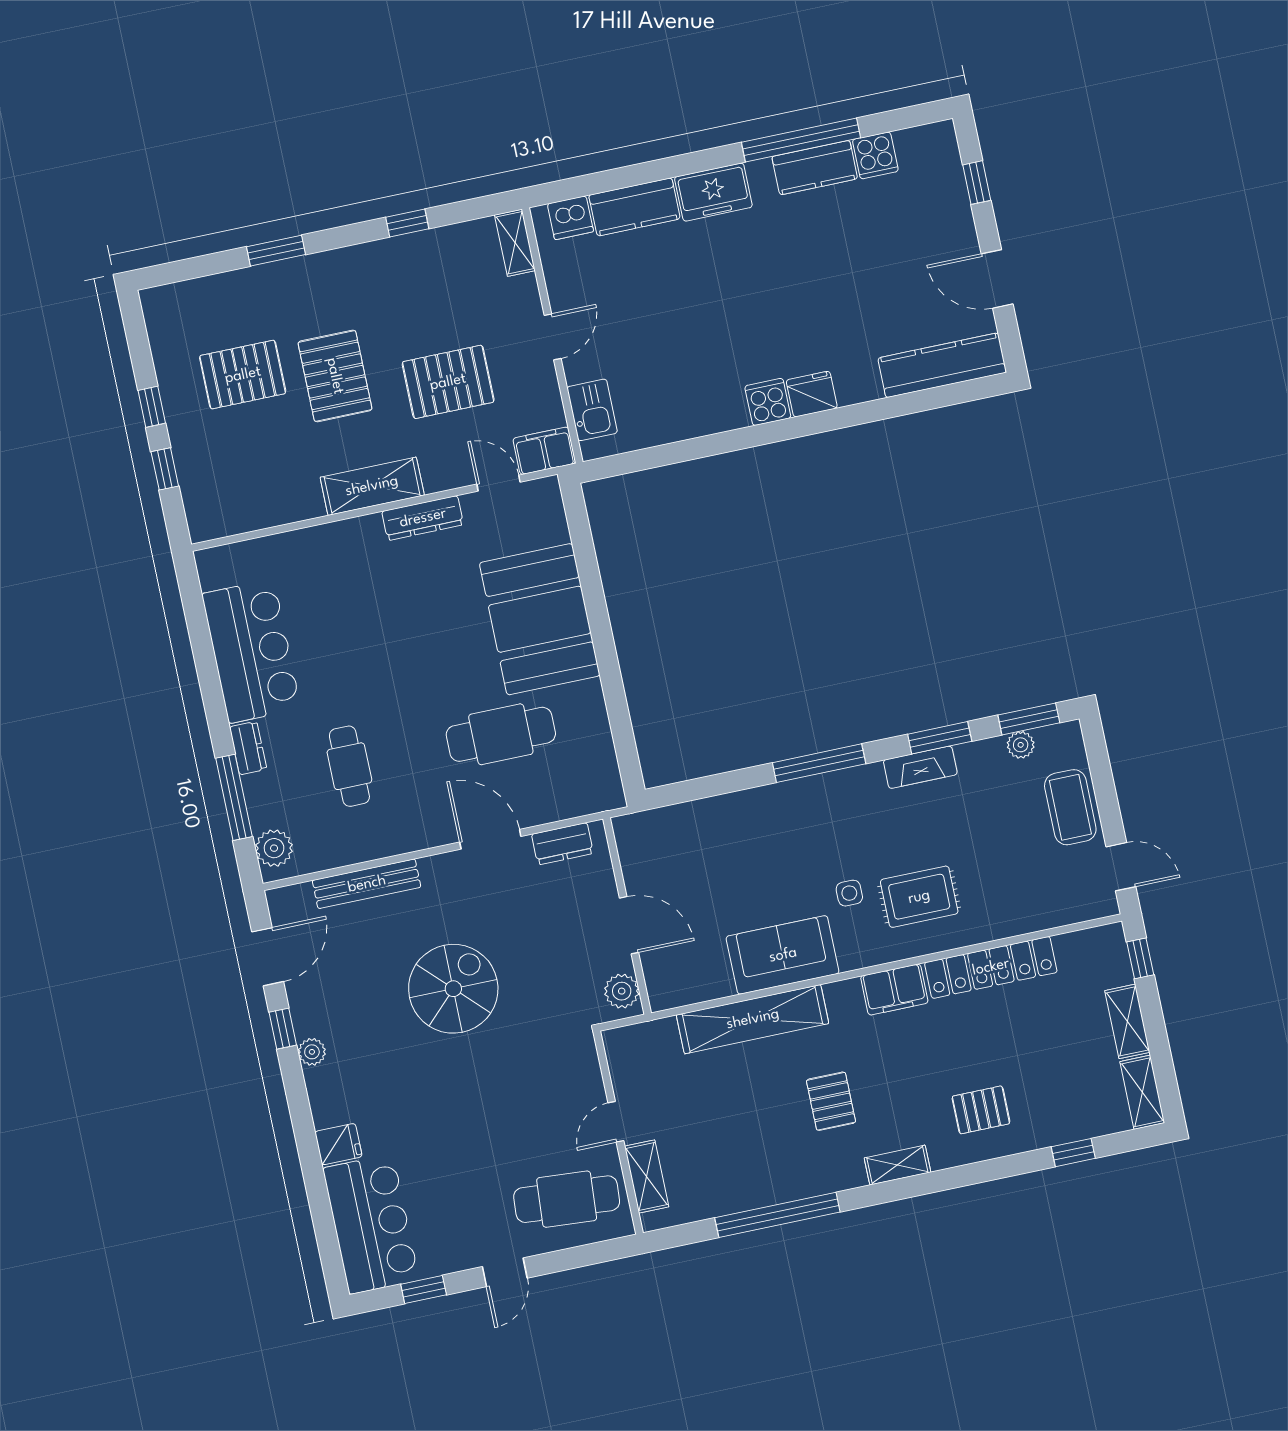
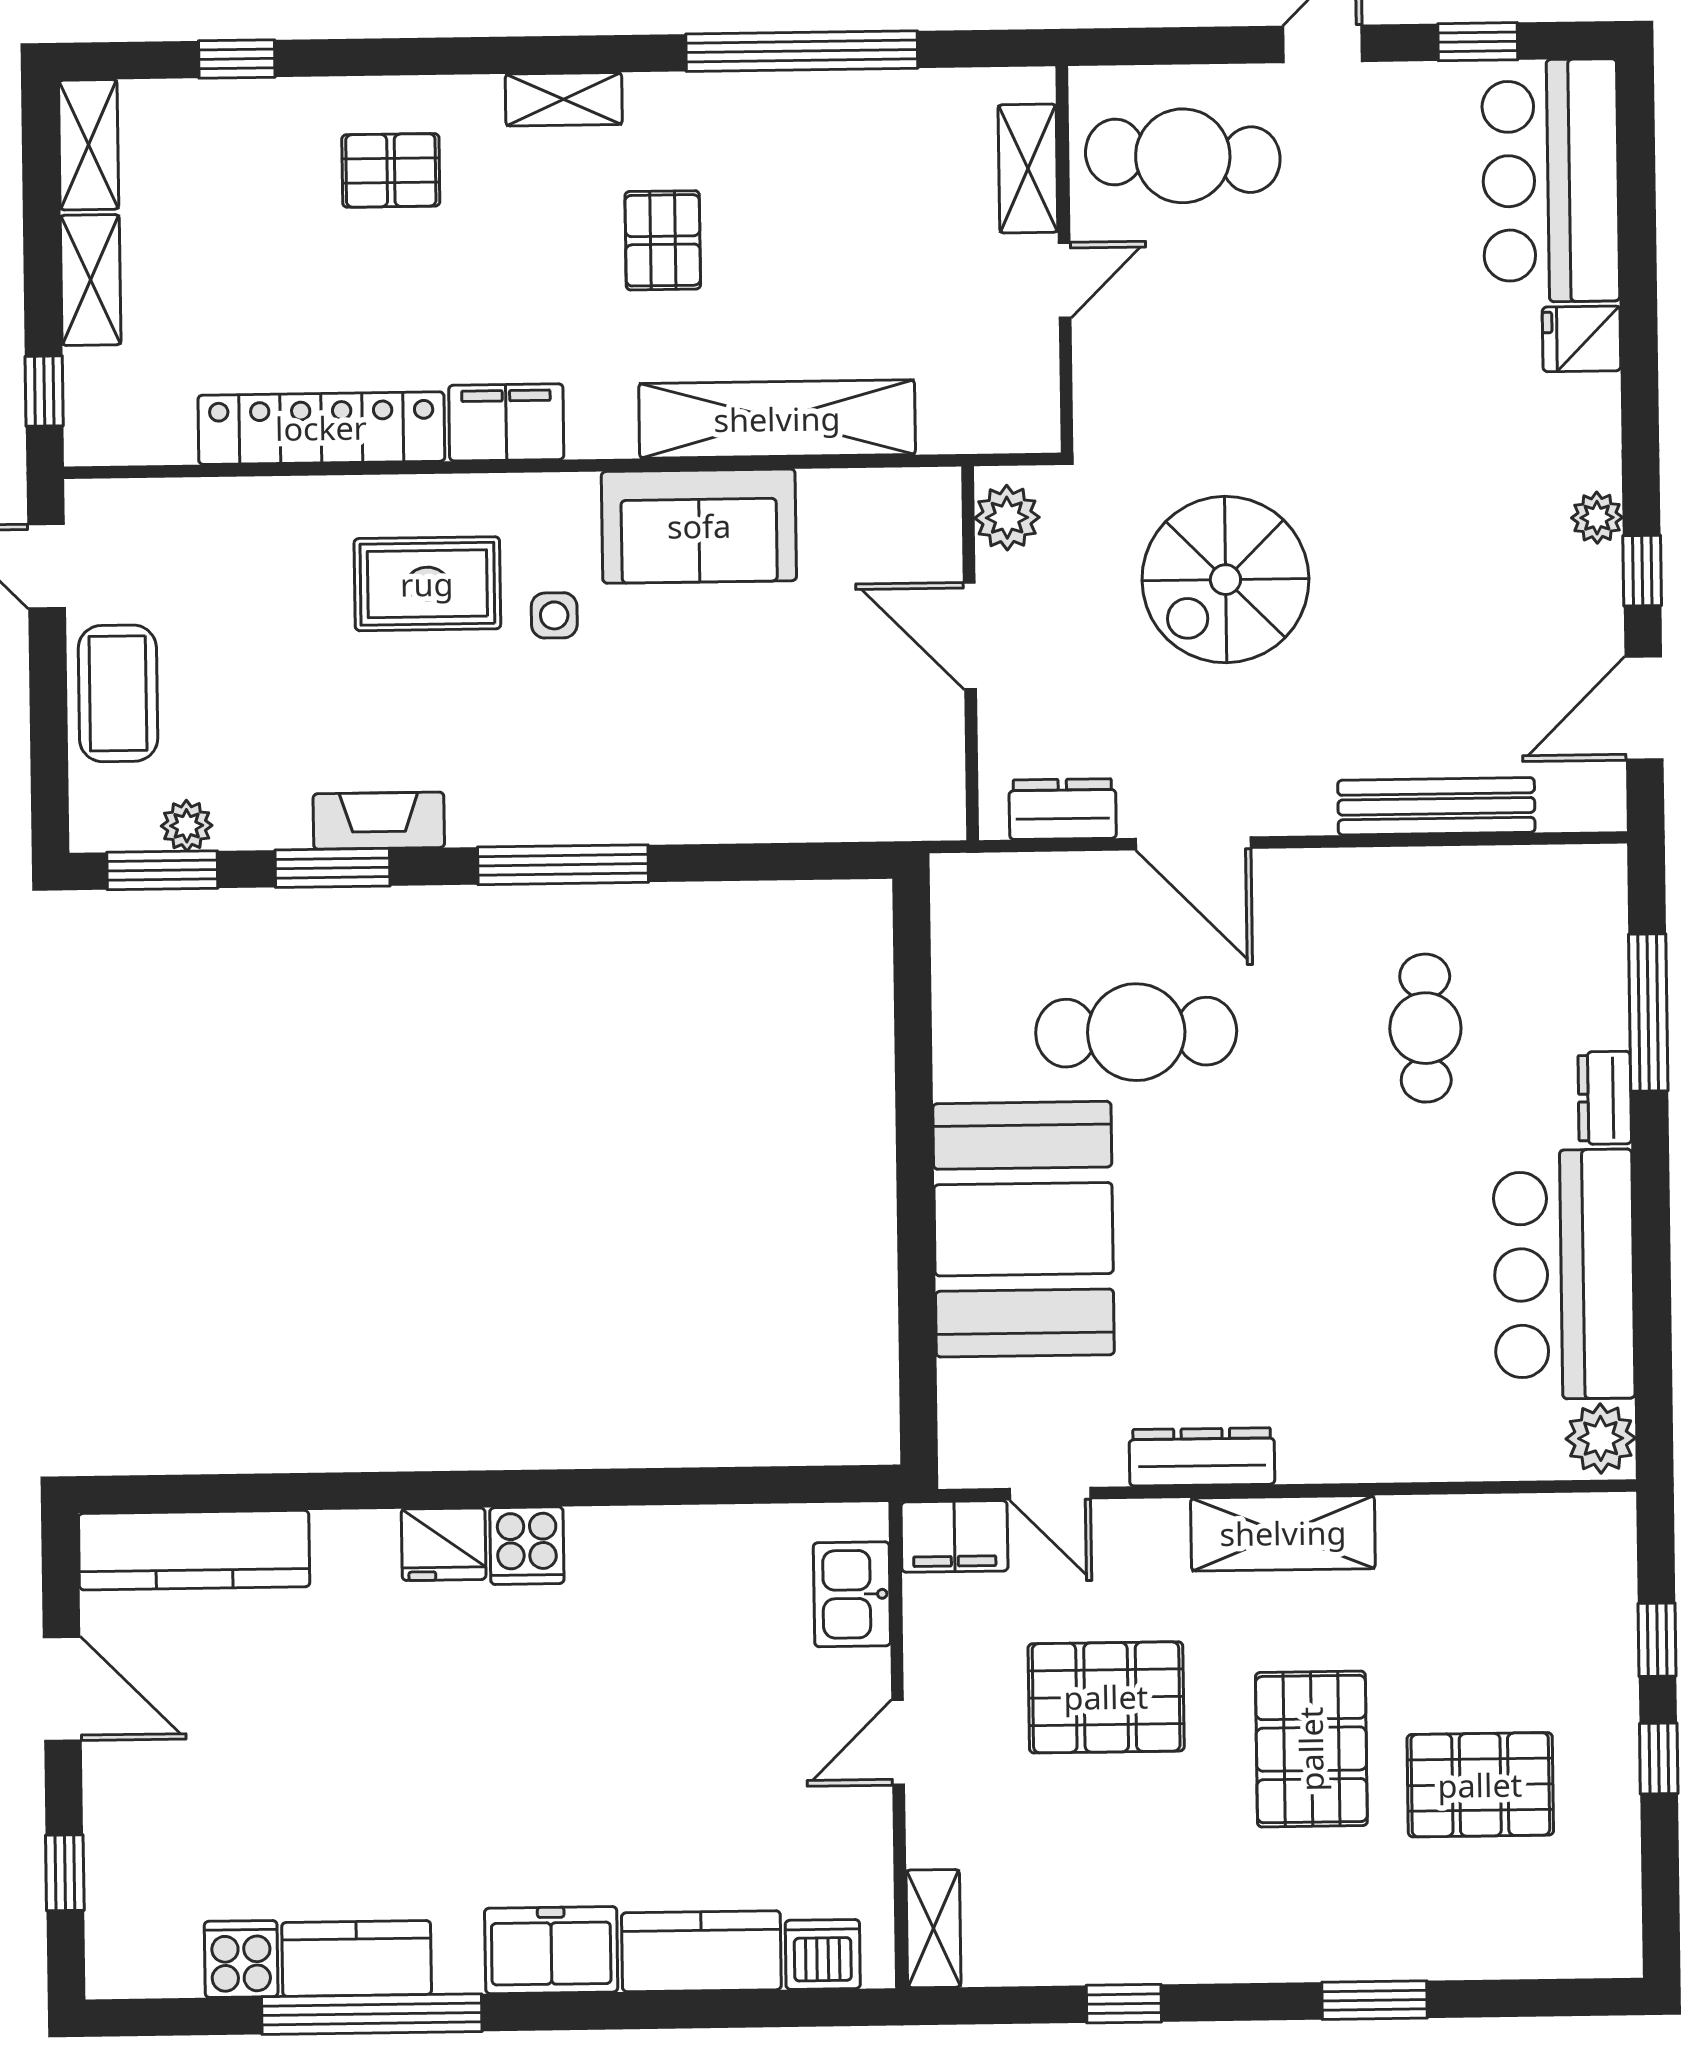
plant: (274, 848) -> (1601, 1438), moved
spiral stairs: (453, 989) -> (1225, 580), moved

